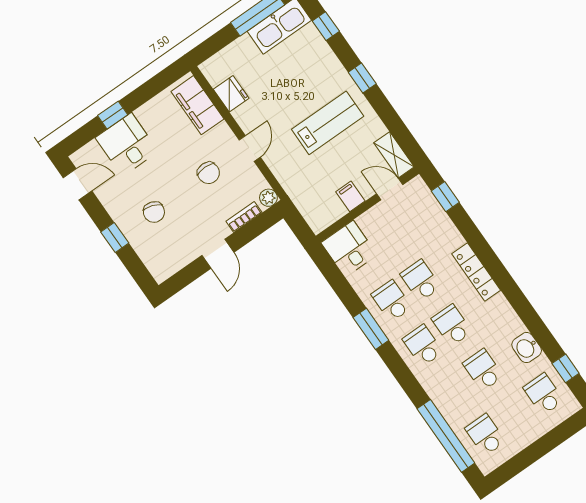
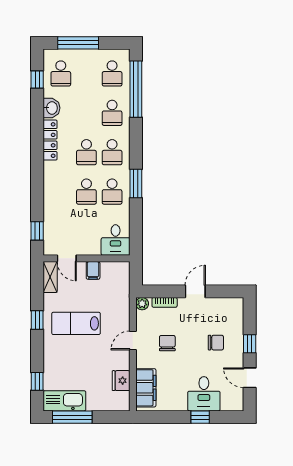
window: (362, 78) -> (37, 320), moved
door: (78, 184) -> (250, 378), moved
chair: (154, 212) -> (216, 343), turned 71
locker: (476, 272) -> (50, 140), moved
school desk: (483, 370) -> (112, 113), moved
window: (548, 443) -> (78, 43), added

